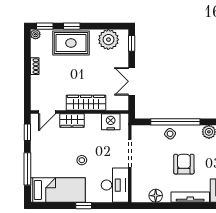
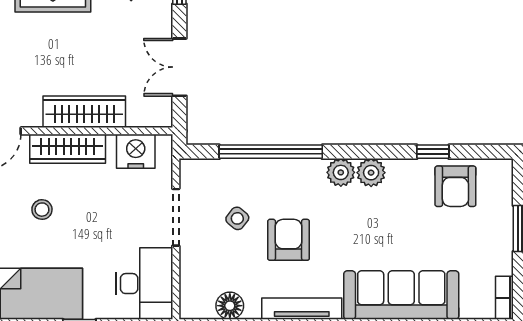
wardrobe: (72, 120) -> (68, 149), width x1.50
side table: (170, 134) -> (237, 218), moved
stool: (82, 160) -> (42, 210), moved

